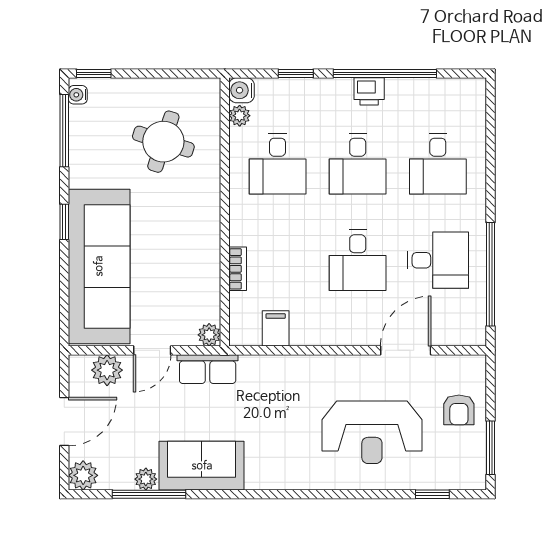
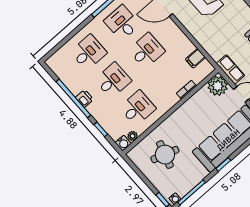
plant: (209, 335) -> (218, 86), width x1.87, depth x1.87

